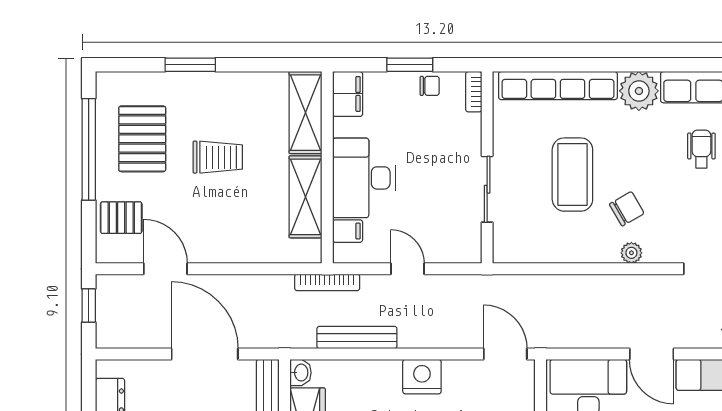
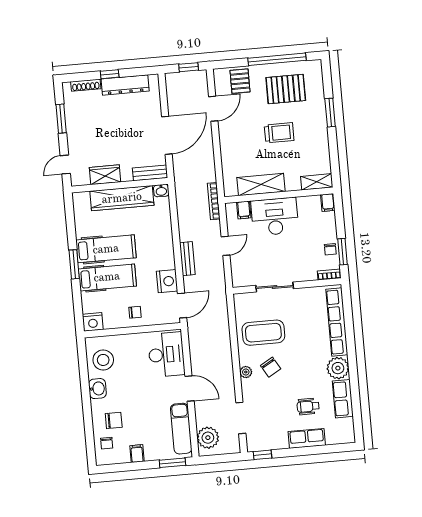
window: (410, 65) -> (342, 252), moved
filing cabinet: (348, 94) -> (328, 203), width x0.50
shelving: (305, 113) -> (317, 182), width x0.67, depth x0.75
wheelchair: (701, 149) -> (308, 406), turned 180
trolley: (218, 157) -> (279, 133), turned -90
coffee table: (572, 175) -> (263, 333), moved
bench: (357, 337) -> (187, 259), moved, width x0.73
door: (652, 354) -> (190, 389), swing flipped
nightstand: (422, 377) -> (167, 281), moved

